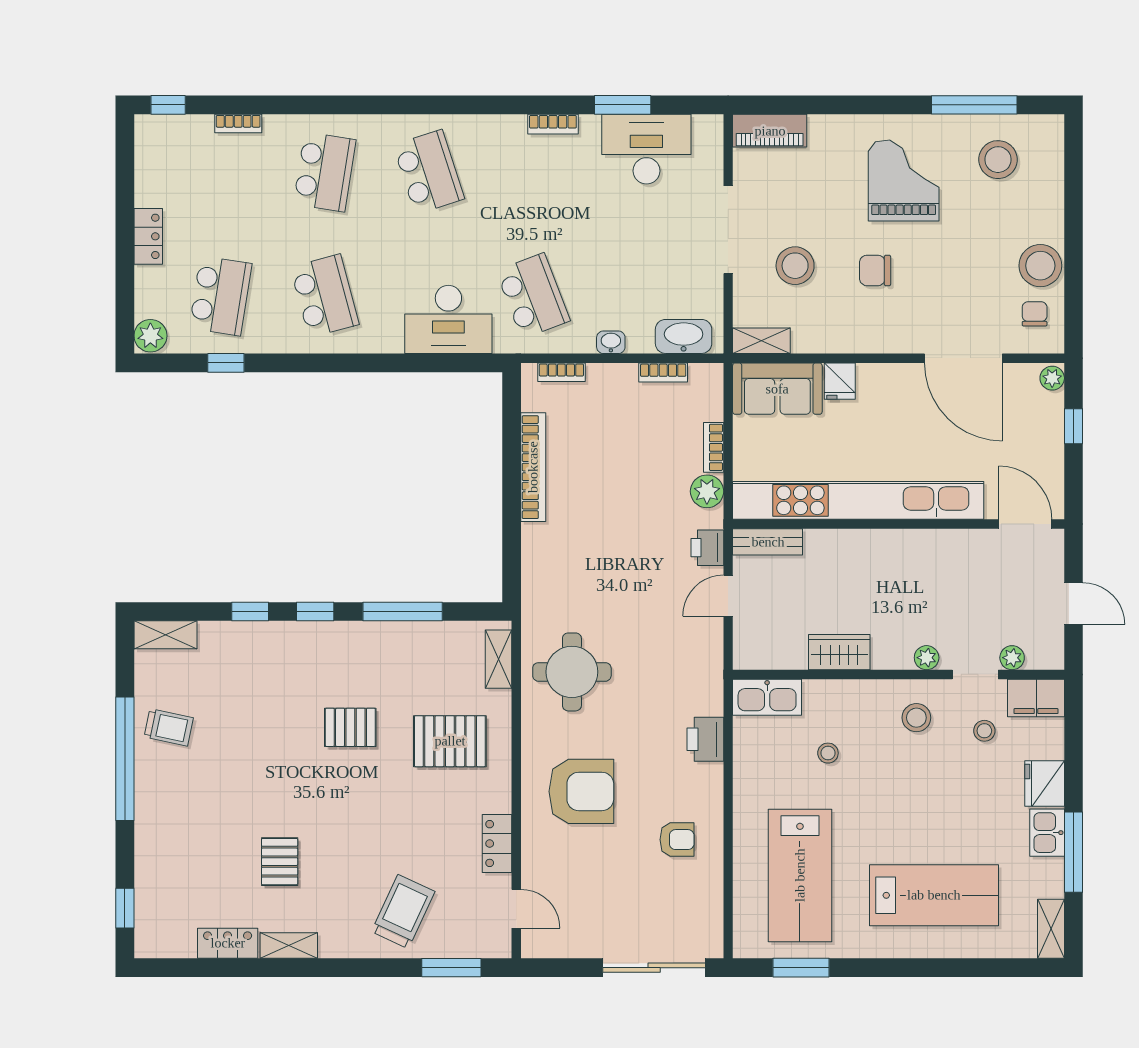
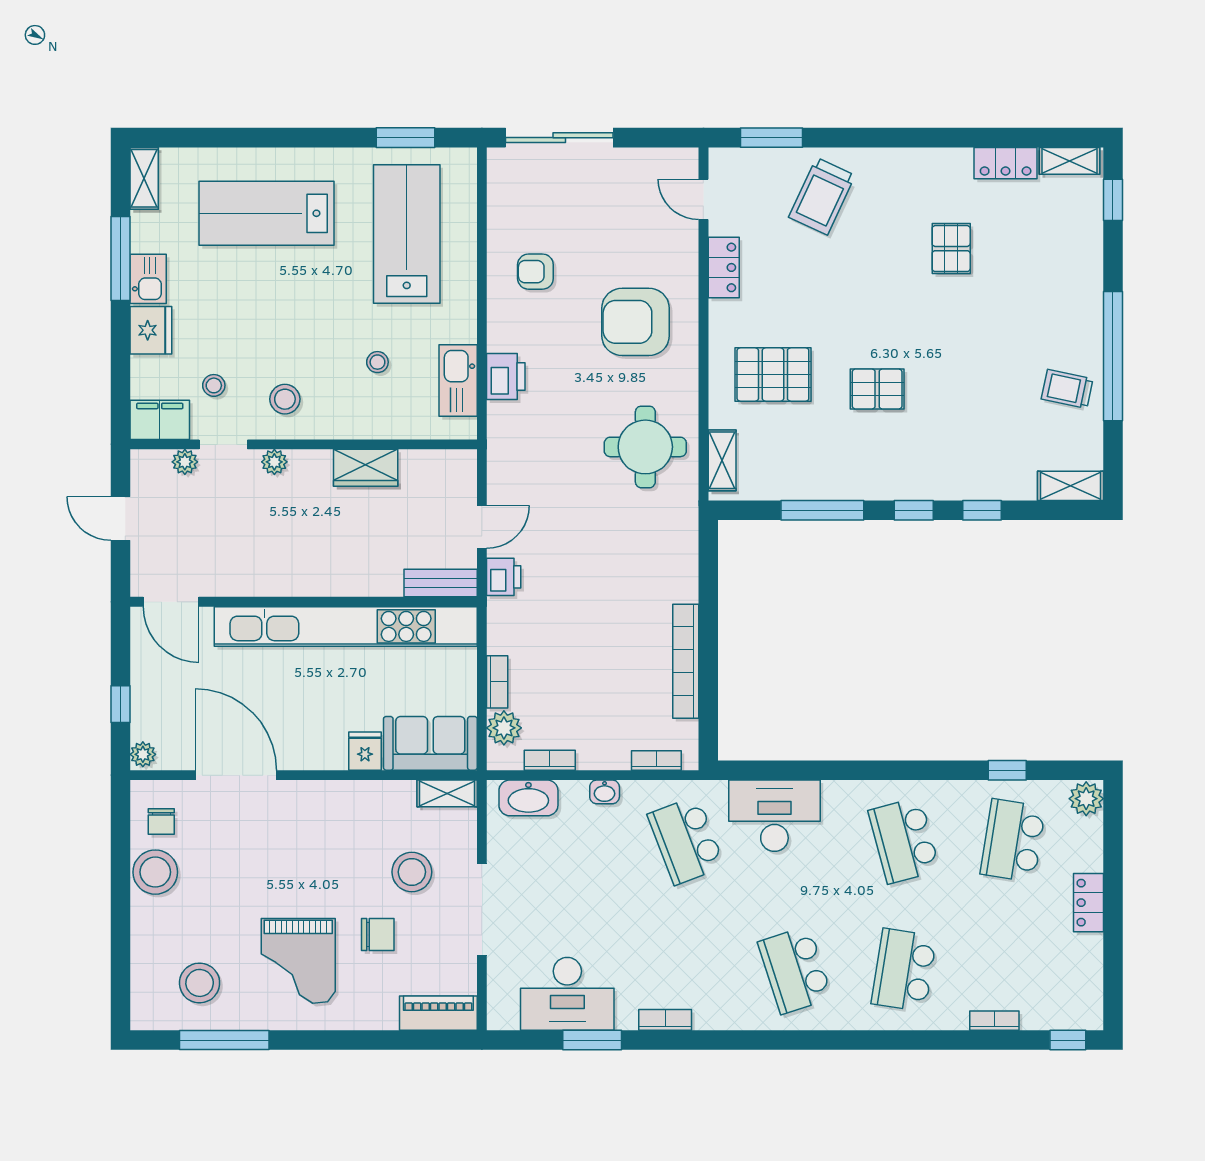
chair: (875, 270) -> (378, 934), moved
plant: (707, 491) -> (504, 728), moved
kitchen sink: (767, 697) -> (458, 381), moved, turned -90
shelving: (289, 945) -> (1070, 161), moved

